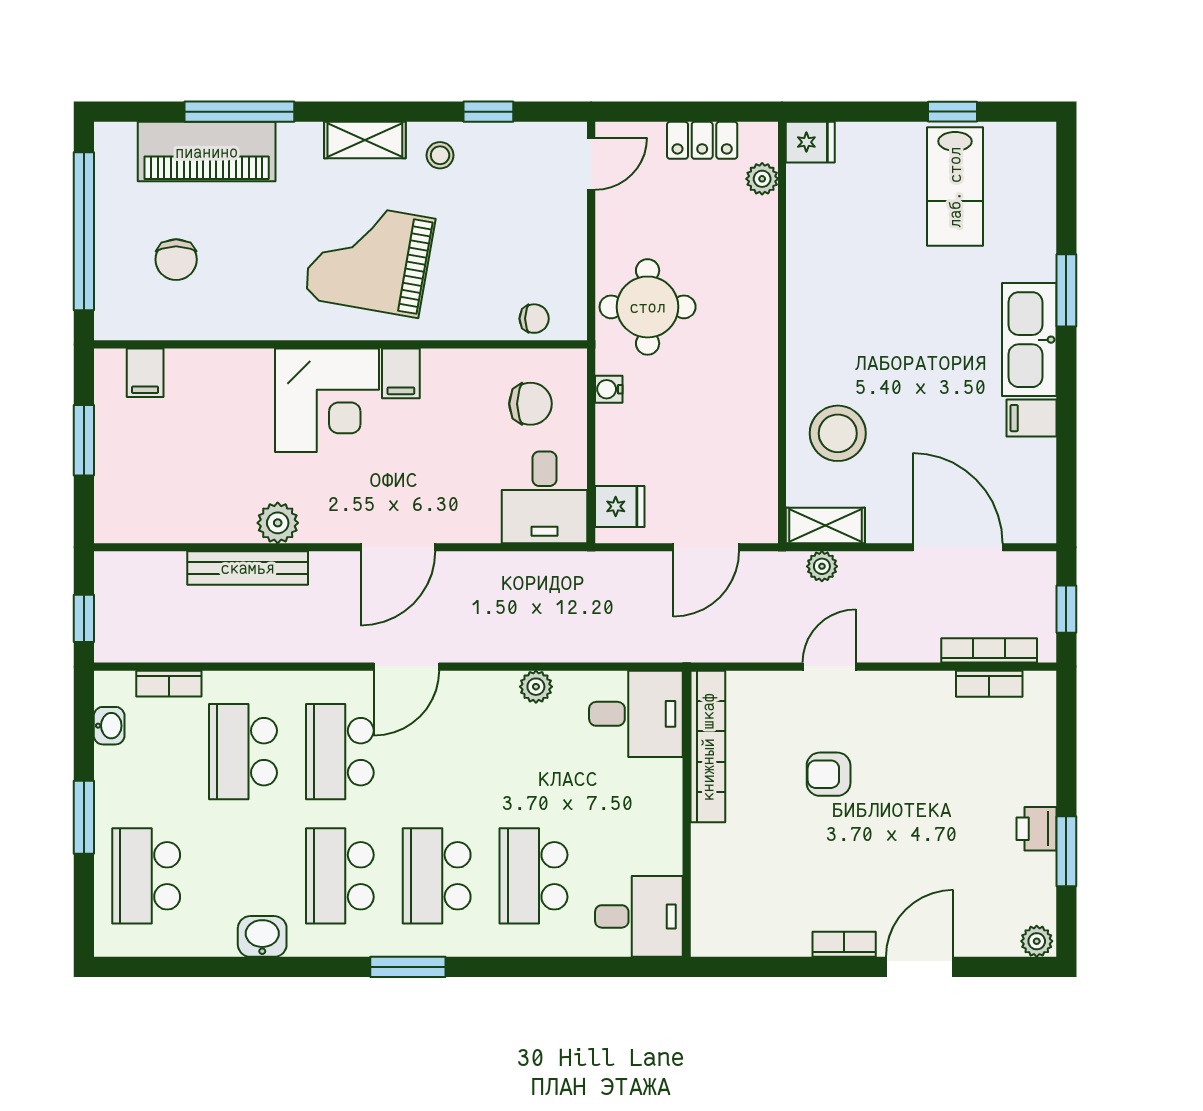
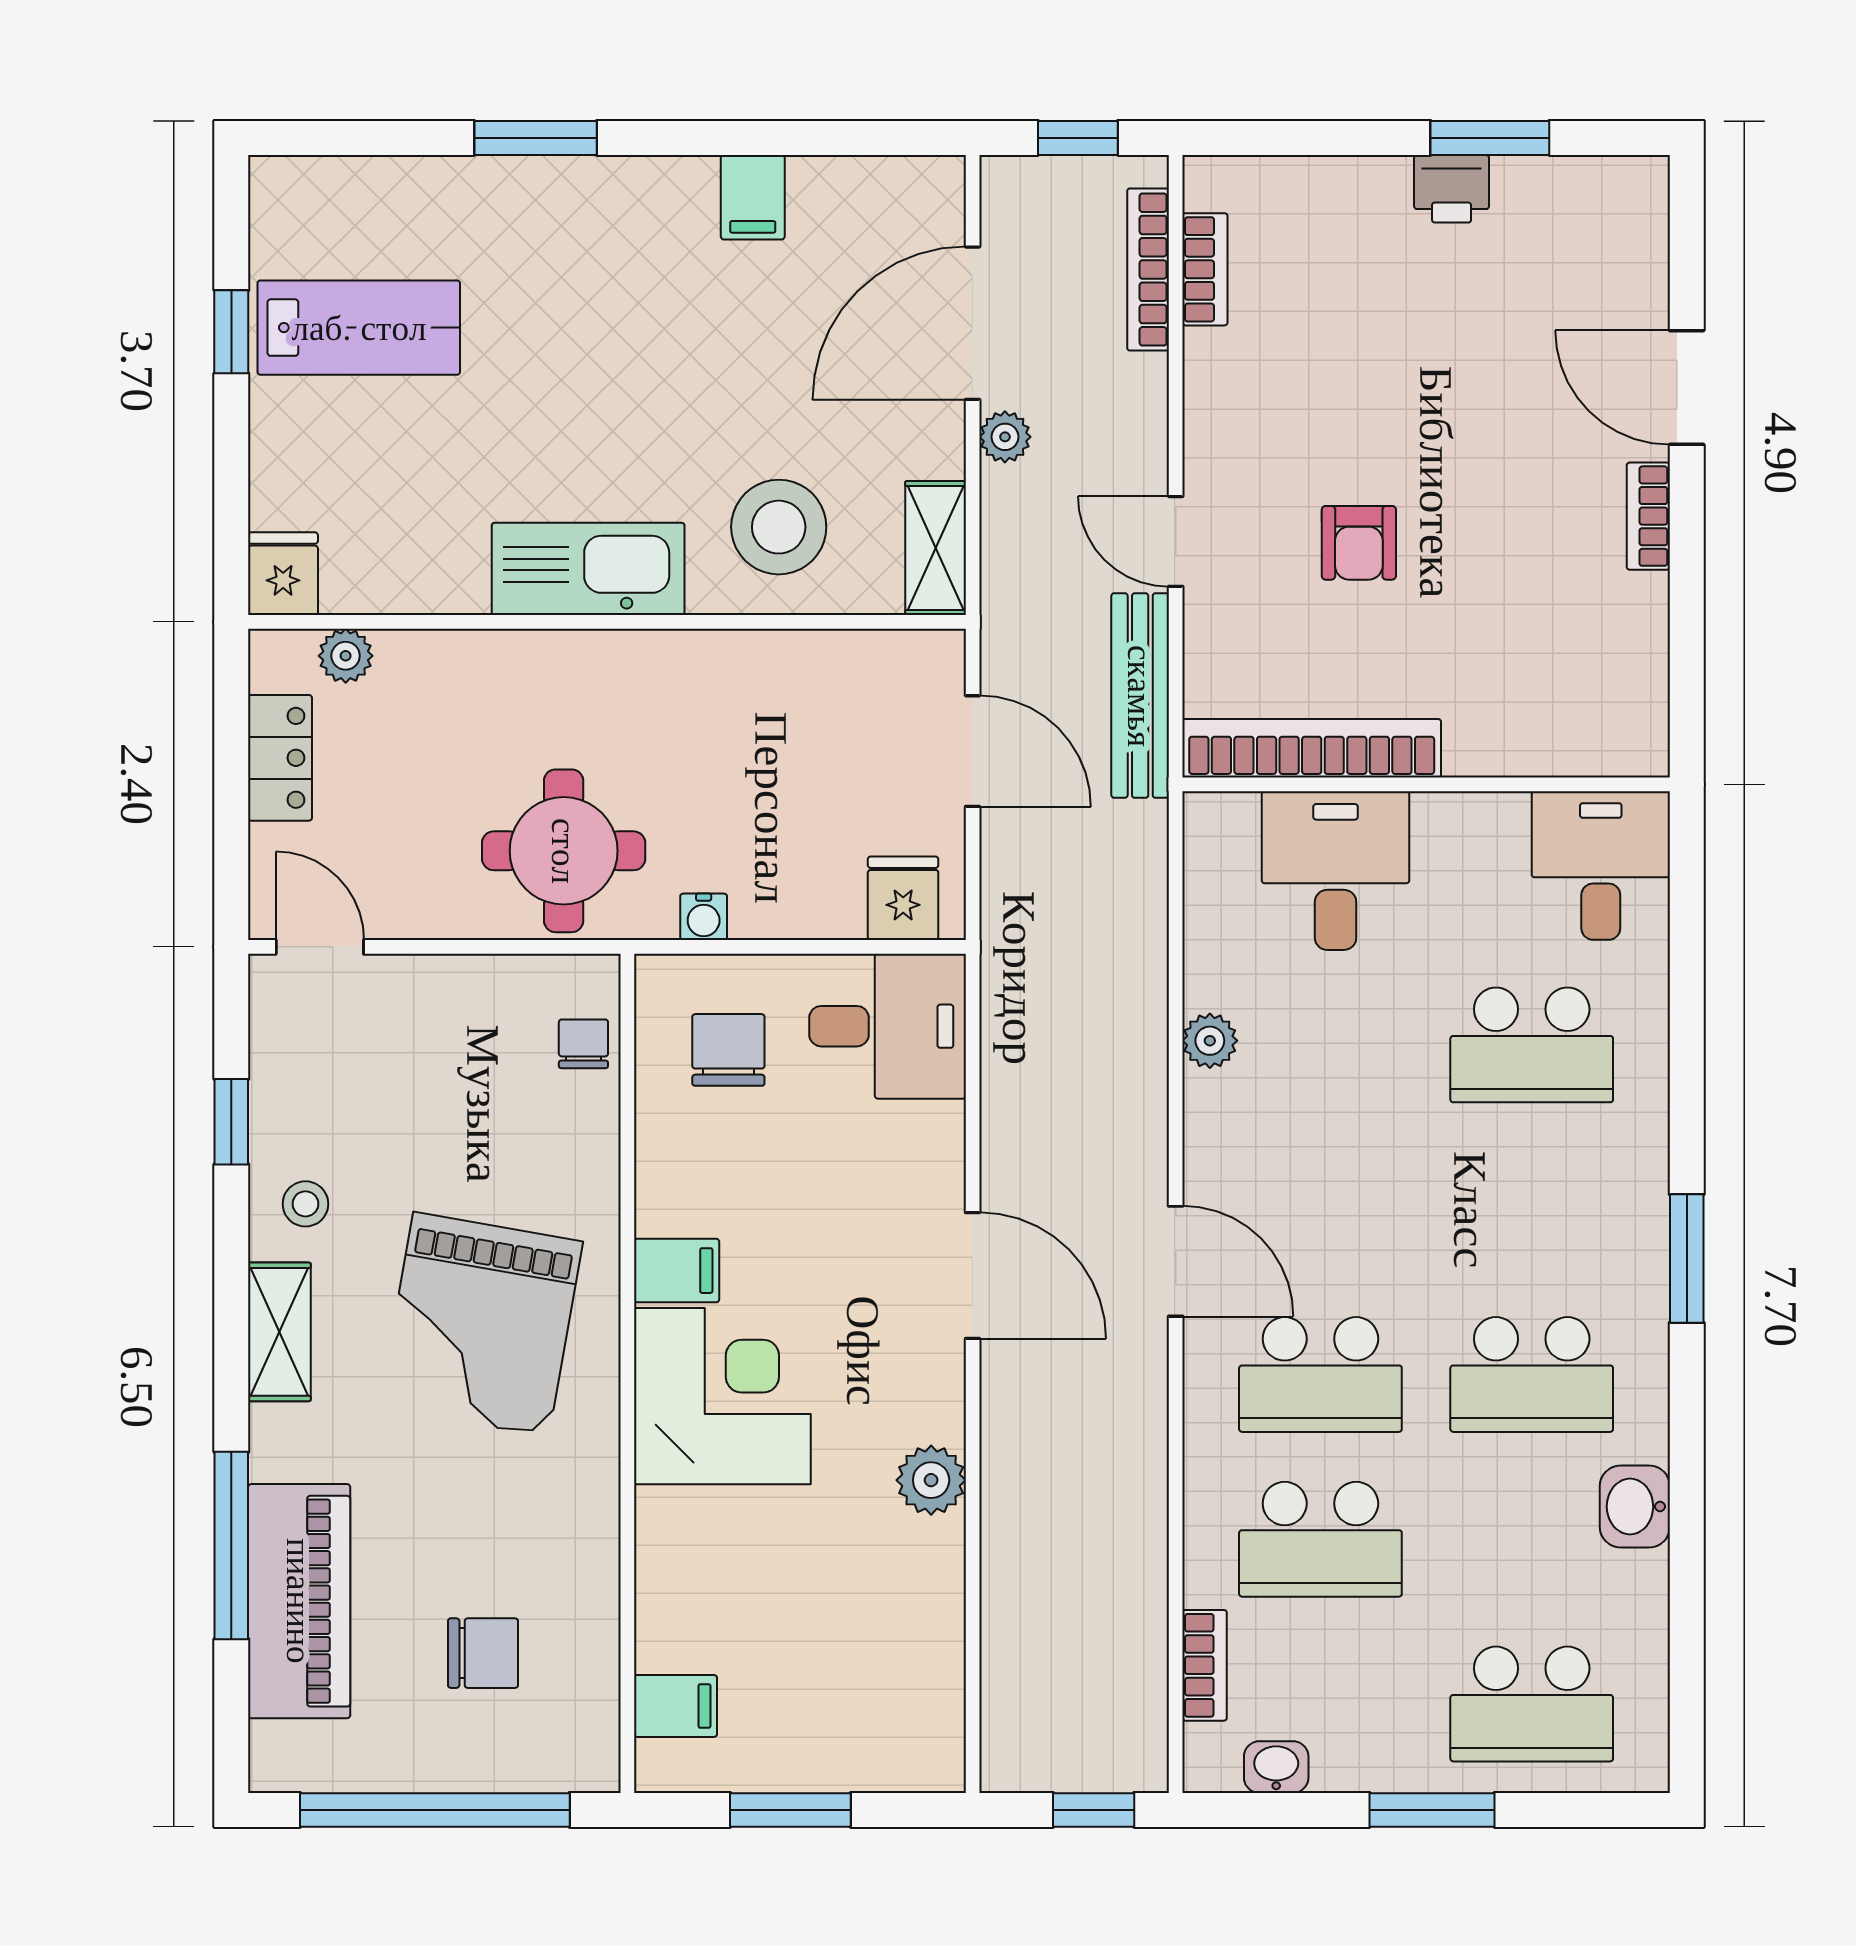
kitchen sink: (1029, 340) -> (588, 569), moved, turned 180
plant: (822, 566) -> (1005, 437), moved
bench: (248, 568) -> (1140, 696), moved
desk: (636, 714) -> (1336, 871), moved
school desk: (437, 876) -> (1532, 1210), removed
plant: (1037, 941) -> (1643, 188), removed

